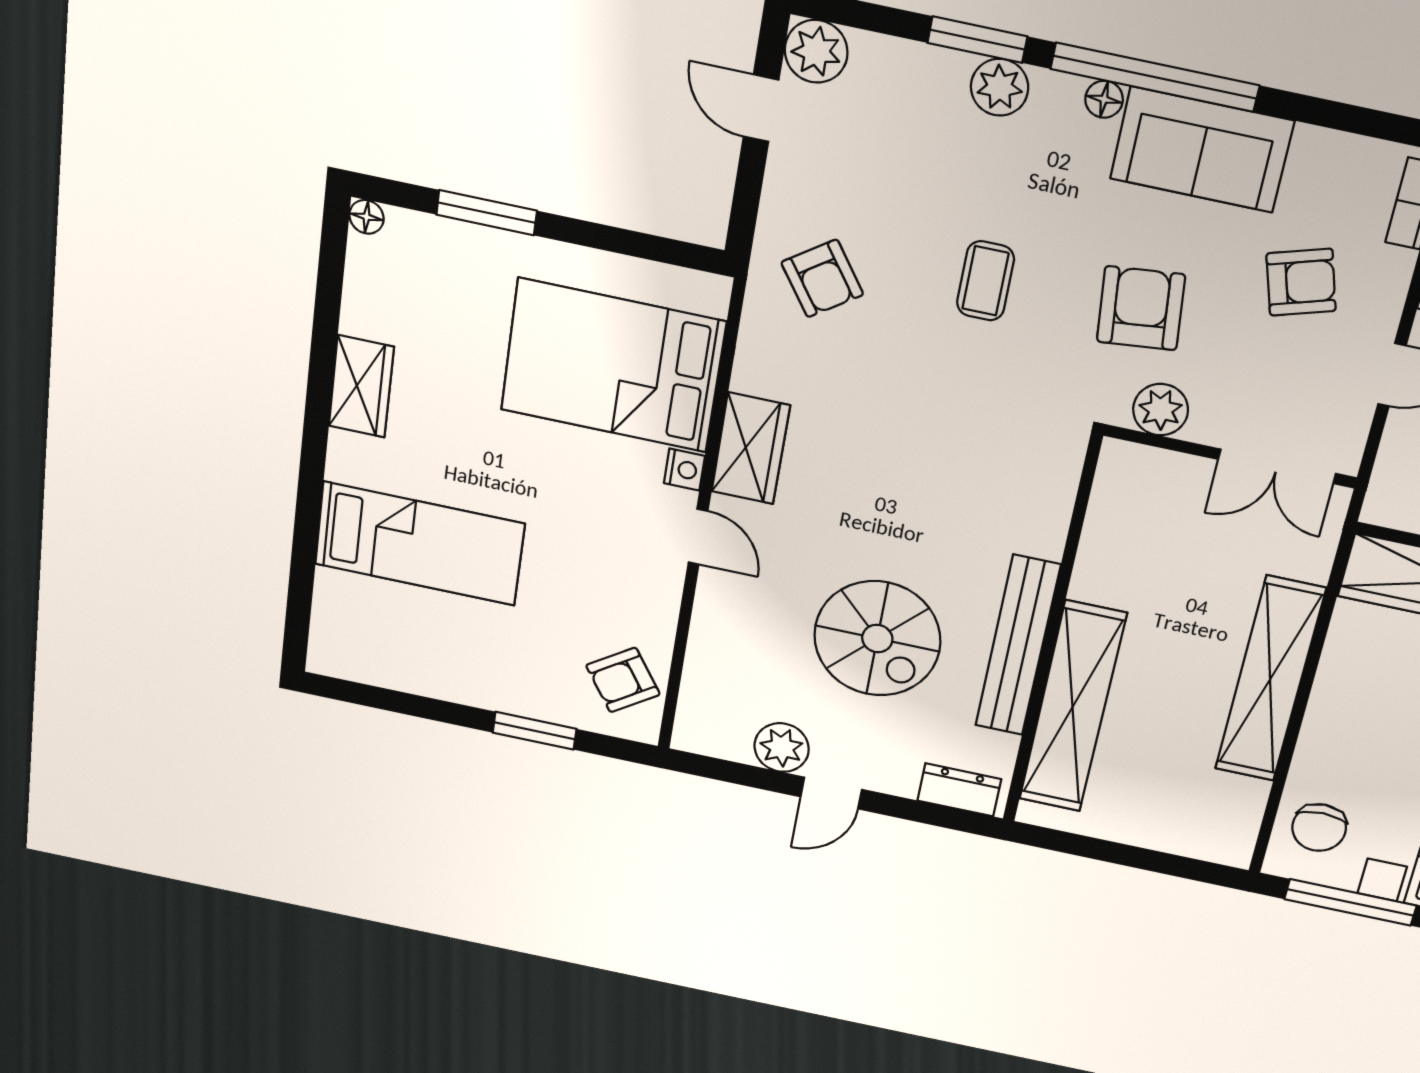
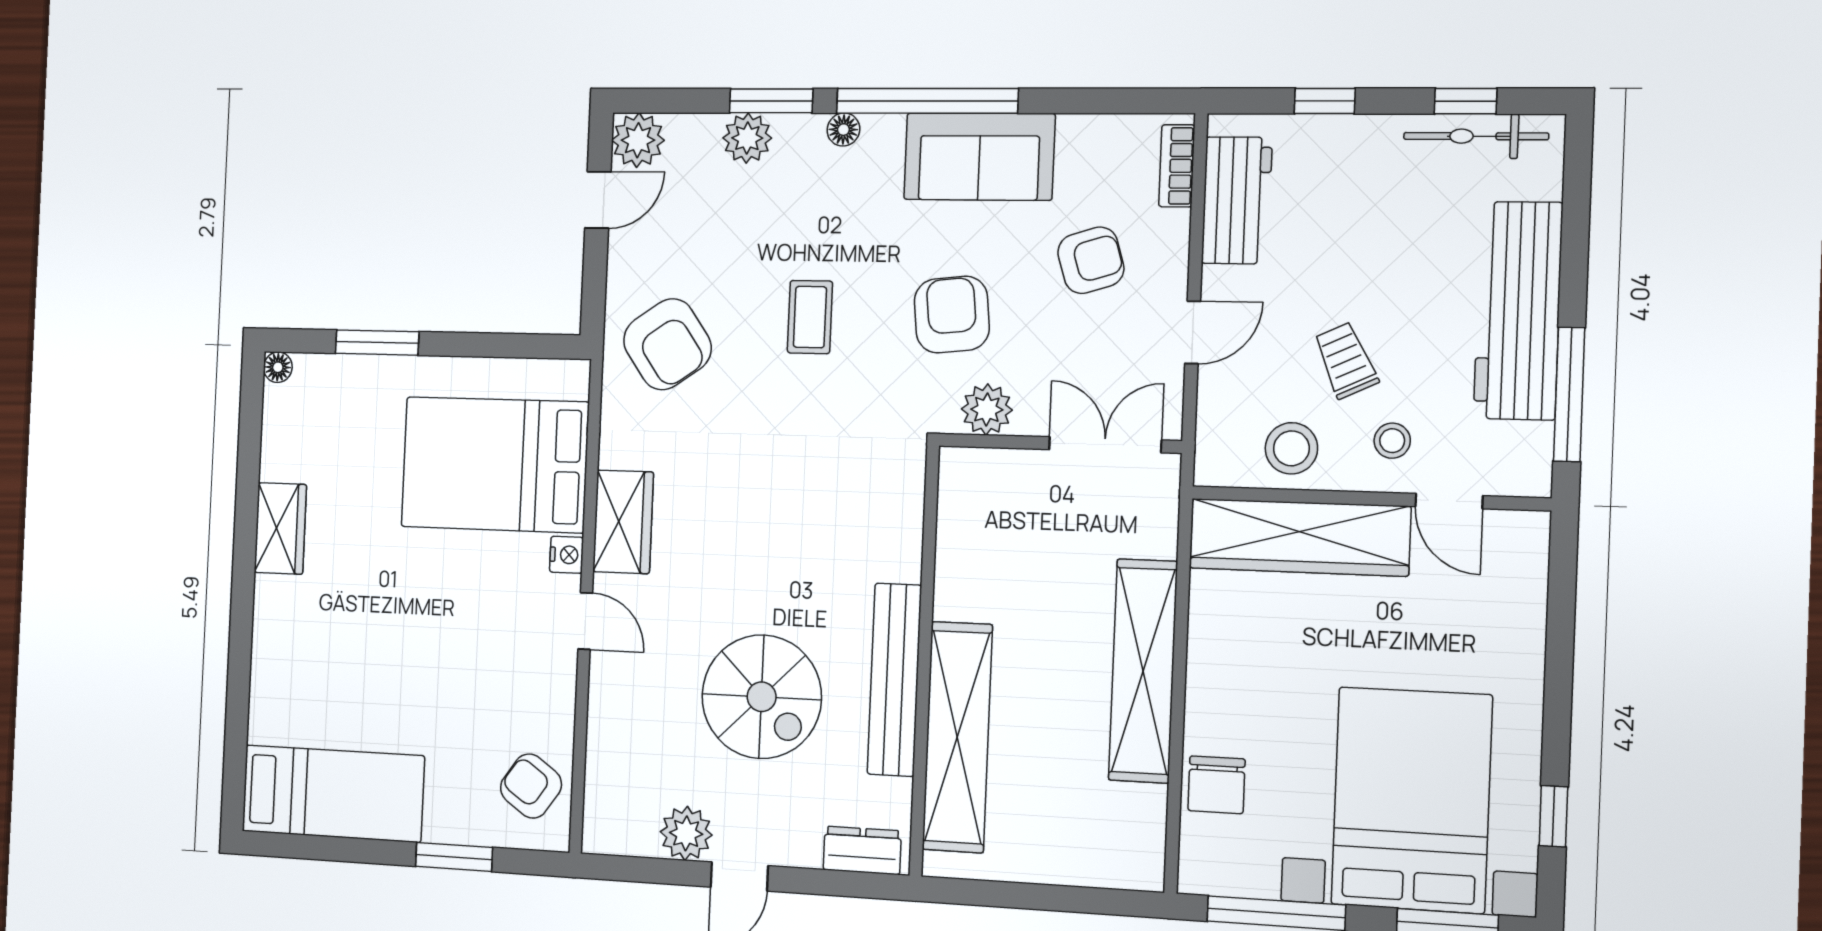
plant: (1000, 87) -> (747, 138), moved
floor lamp: (1104, 99) -> (843, 130), moved
door: (761, 108) -> (598, 200), swing flipped
armchair: (822, 278) -> (667, 344), width x1.38, depth x1.38
double door: (1277, 466) -> (1105, 445), swing flipped
bed: (419, 544) -> (333, 794), moved
armchair: (623, 680) -> (531, 786), turned 69
chair: (1319, 828) -> (1216, 785), moved

